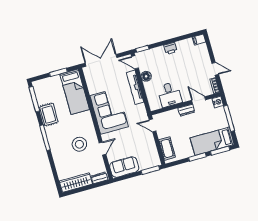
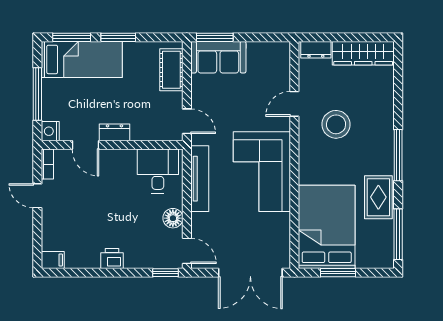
tv unit: (135, 87) -> (200, 179), moved
bed: (75, 92) -> (327, 227), width x1.50
desk: (170, 95) -> (158, 171), moved
sofa: (124, 167) -> (218, 57), moved

